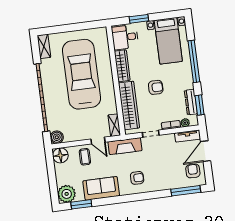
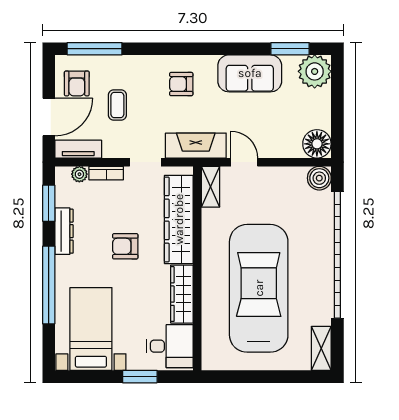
car: (81, 74) -> (259, 288), turned 180
dresser: (191, 102) -> (64, 231), moved
coffee table: (85, 157) -> (117, 105), moved

